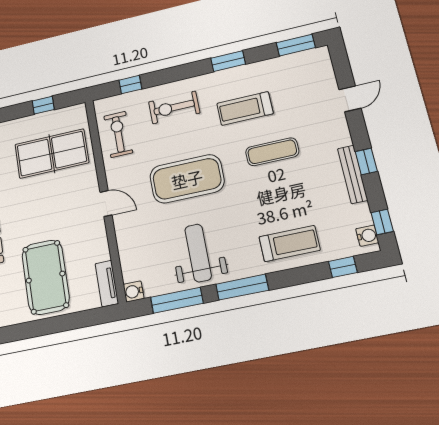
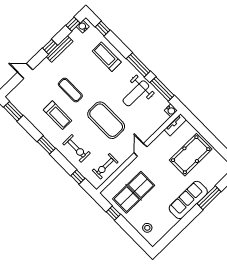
window: (228, 61) -> (46, 145), moved
table tennis table: (52, 154) -> (134, 192), turned 90

